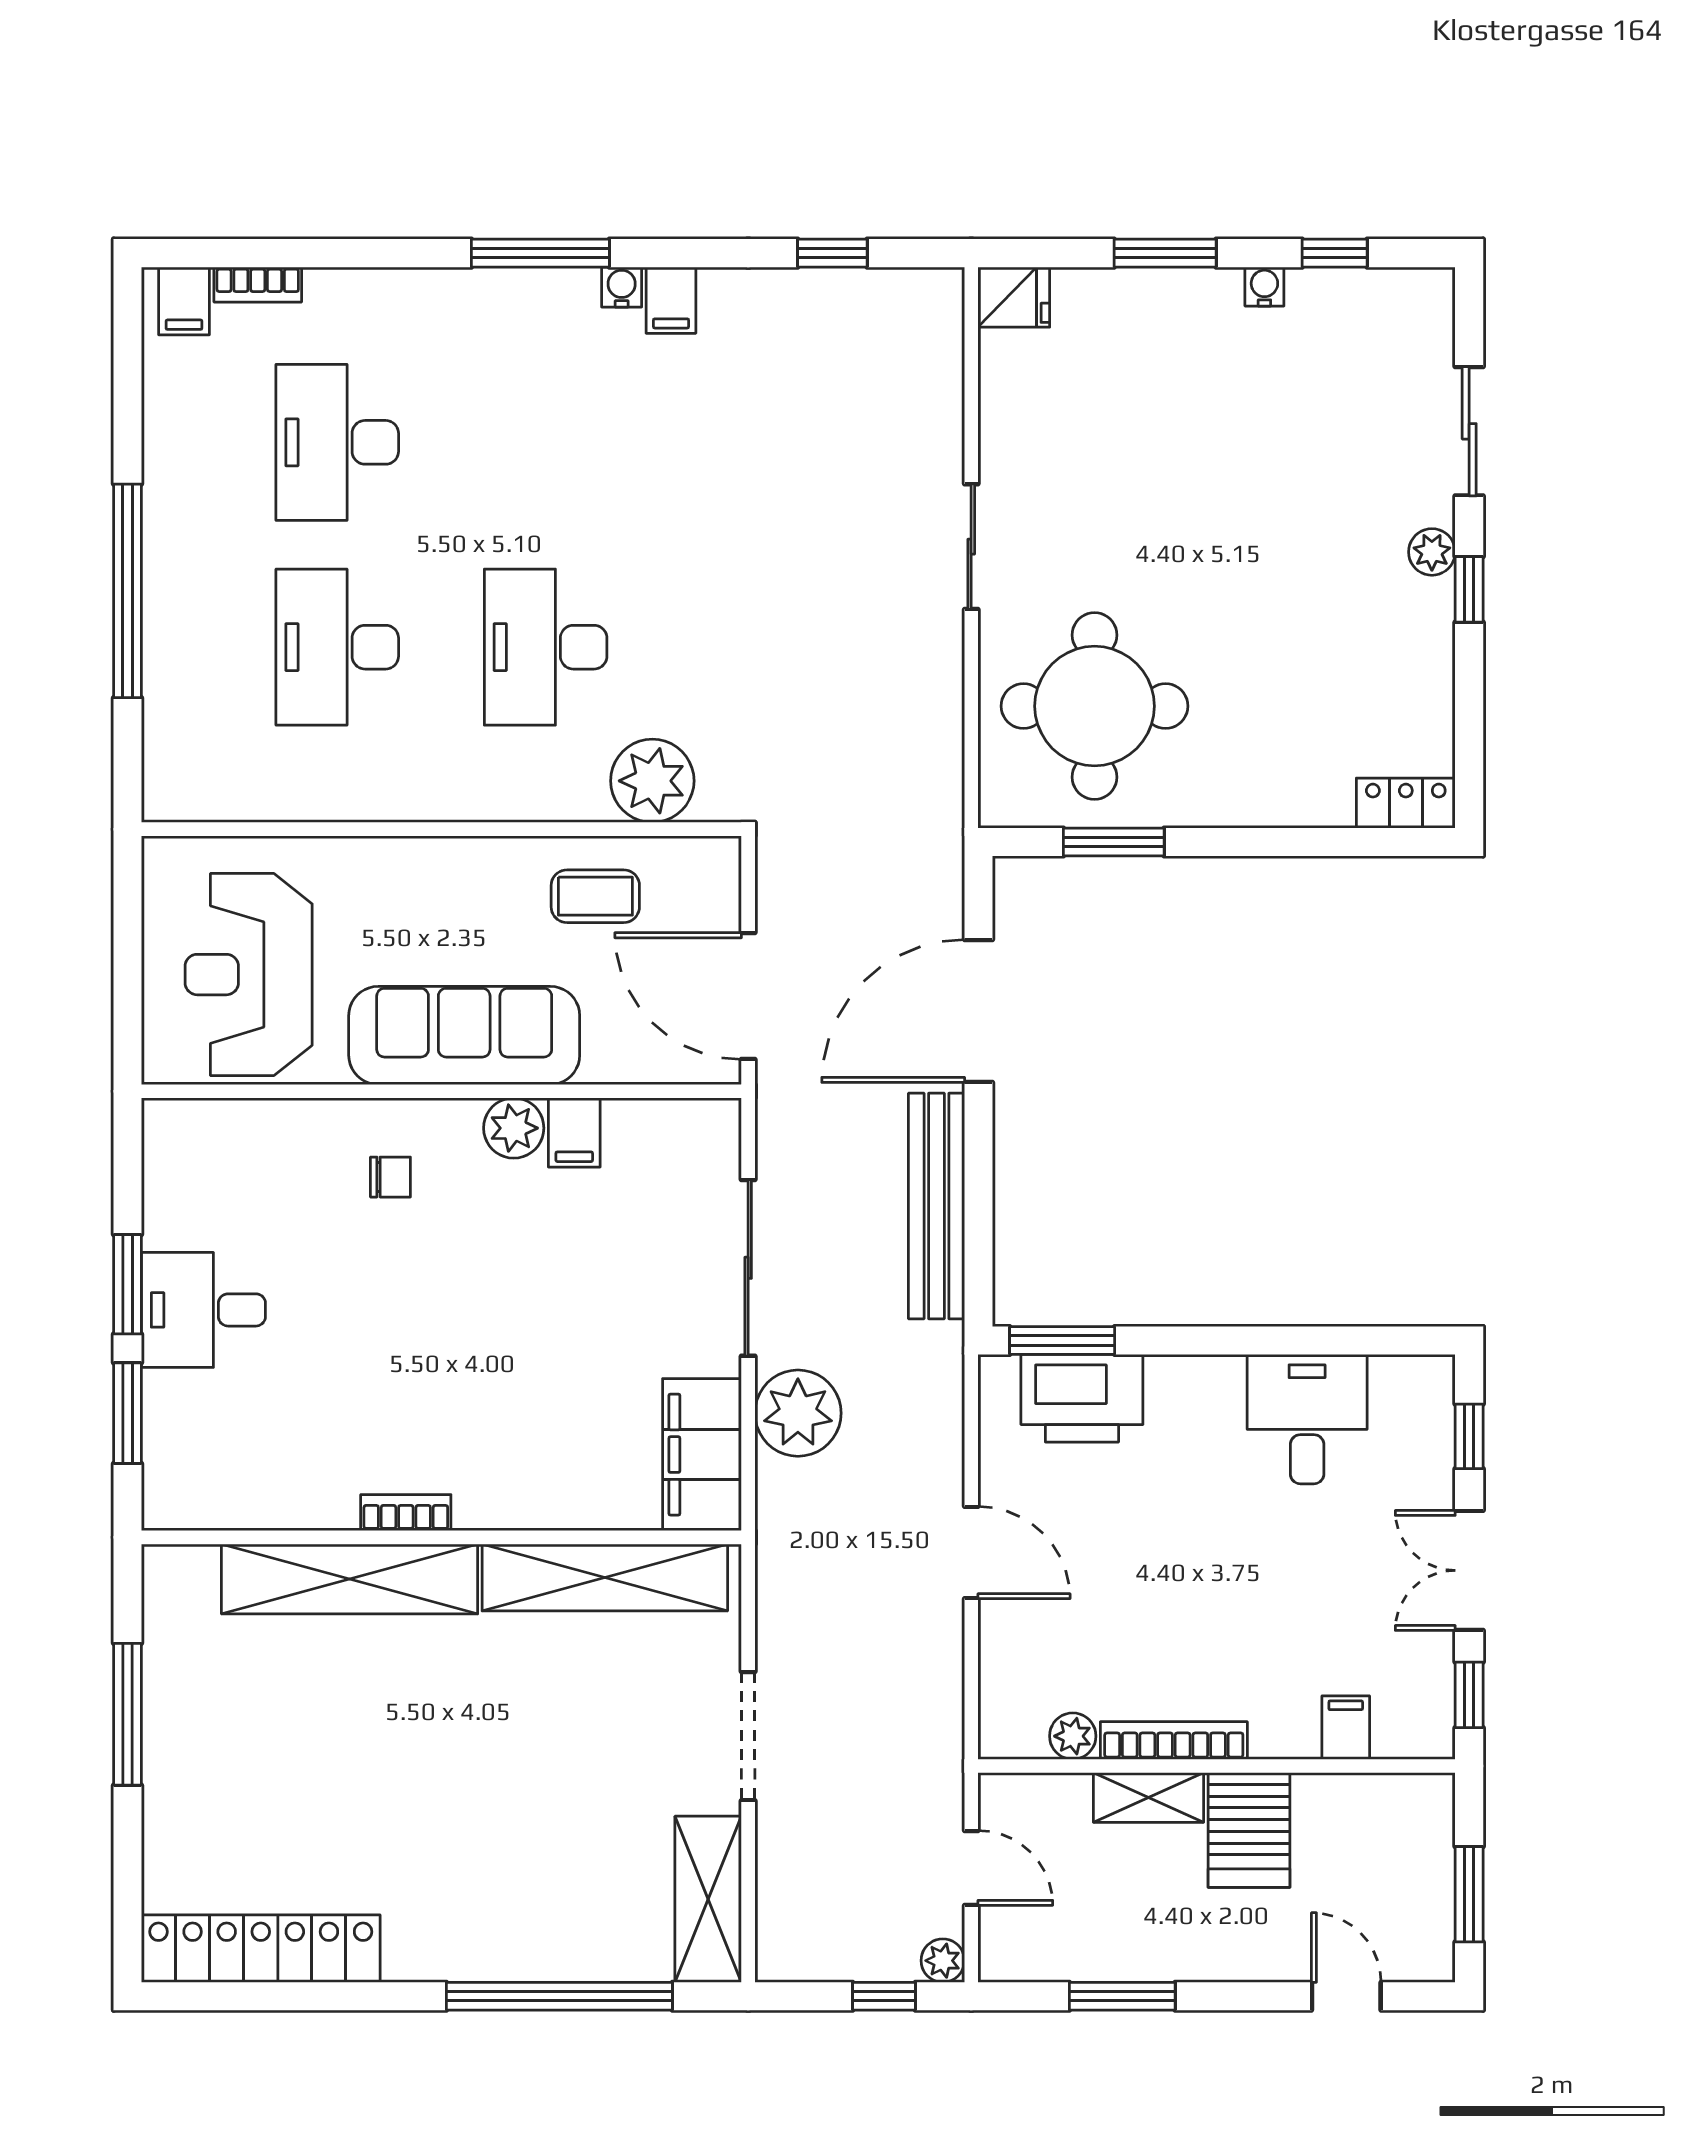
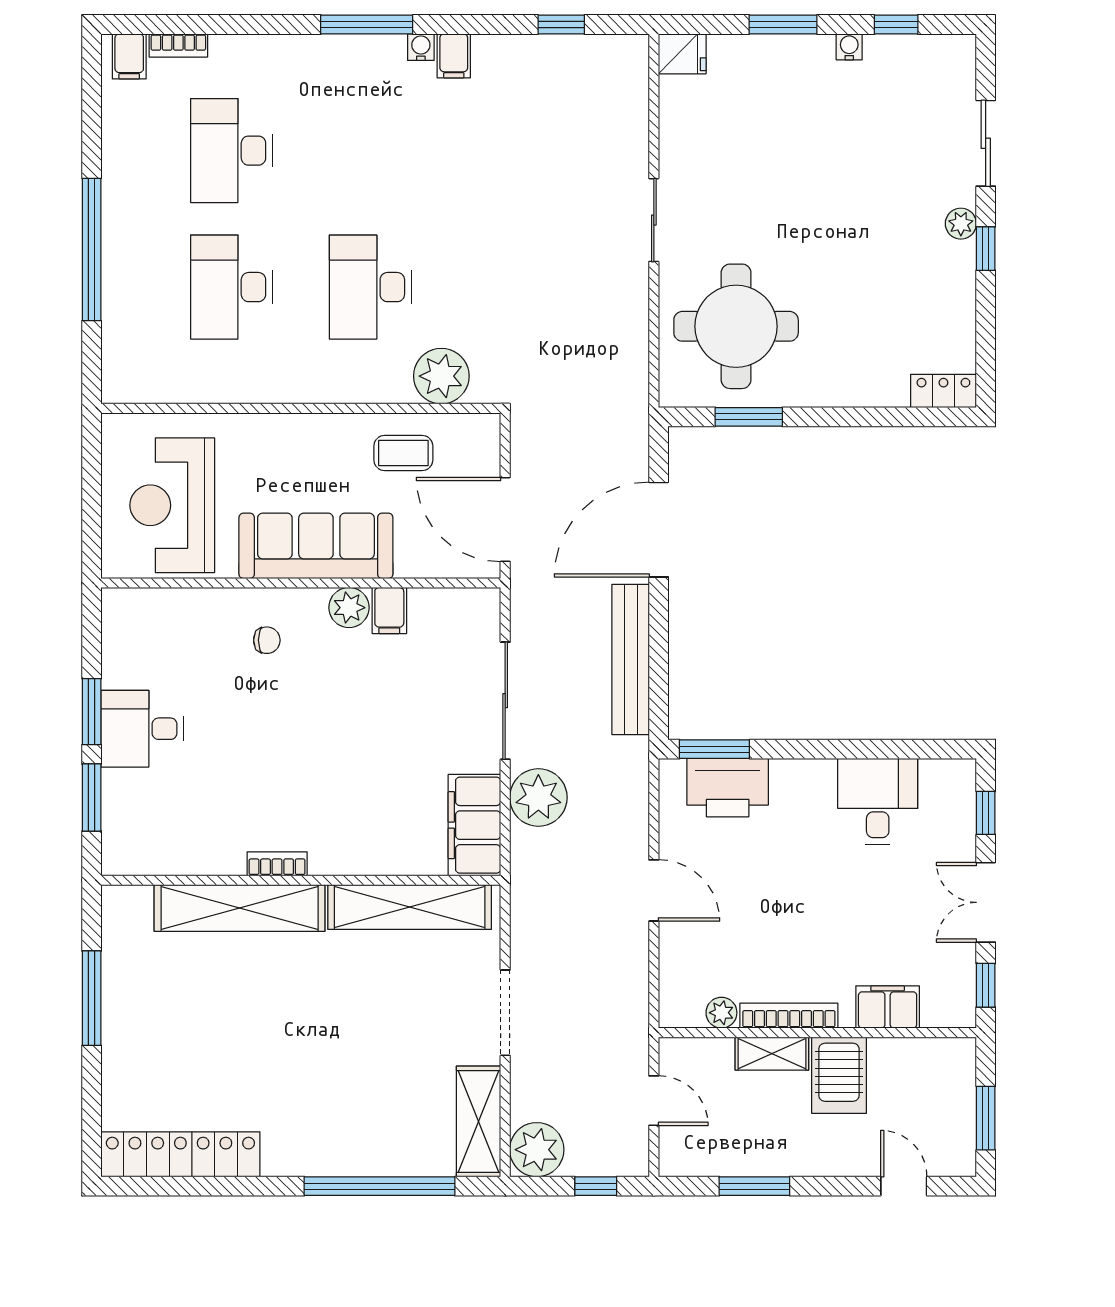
filing cabinet: (1346, 1728) -> (888, 1007), width x2.00
plant: (943, 1961) -> (537, 1150), moved, width x1.88, depth x1.88

